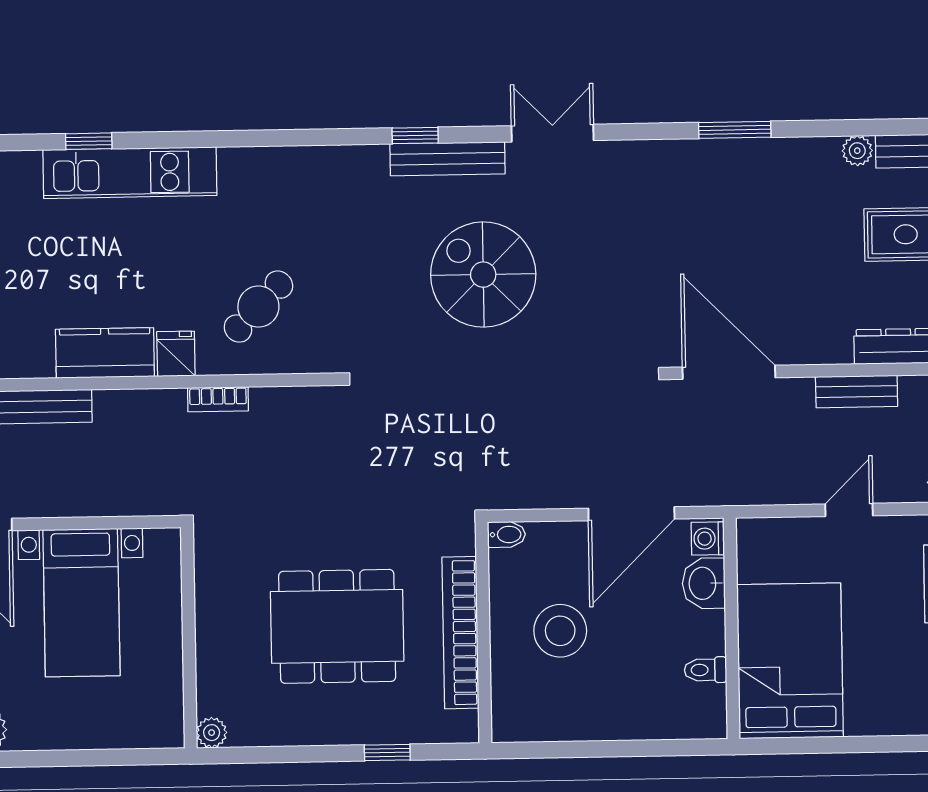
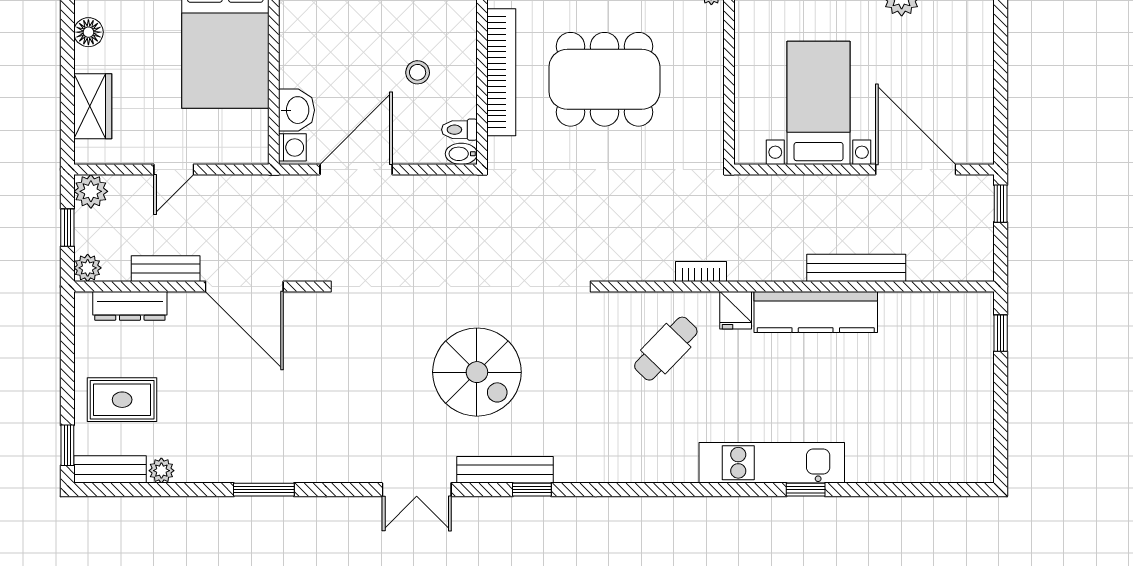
kitchen counter: (105, 353) -> (816, 312), width x1.50
door: (729, 372) -> (244, 286), moved
stool: (560, 631) -> (418, 72), width x0.53, depth x0.53
toilet: (705, 670) -> (459, 130), moved, turned 180

